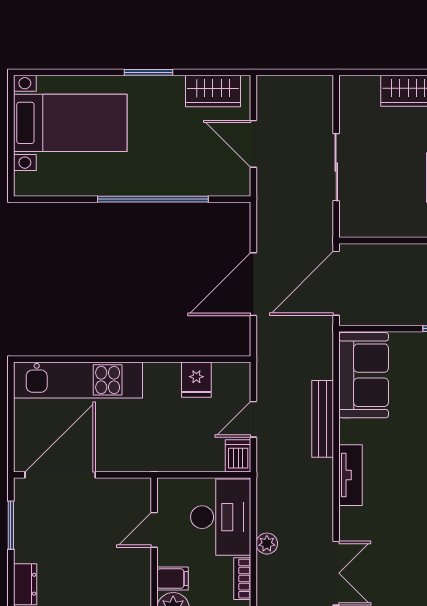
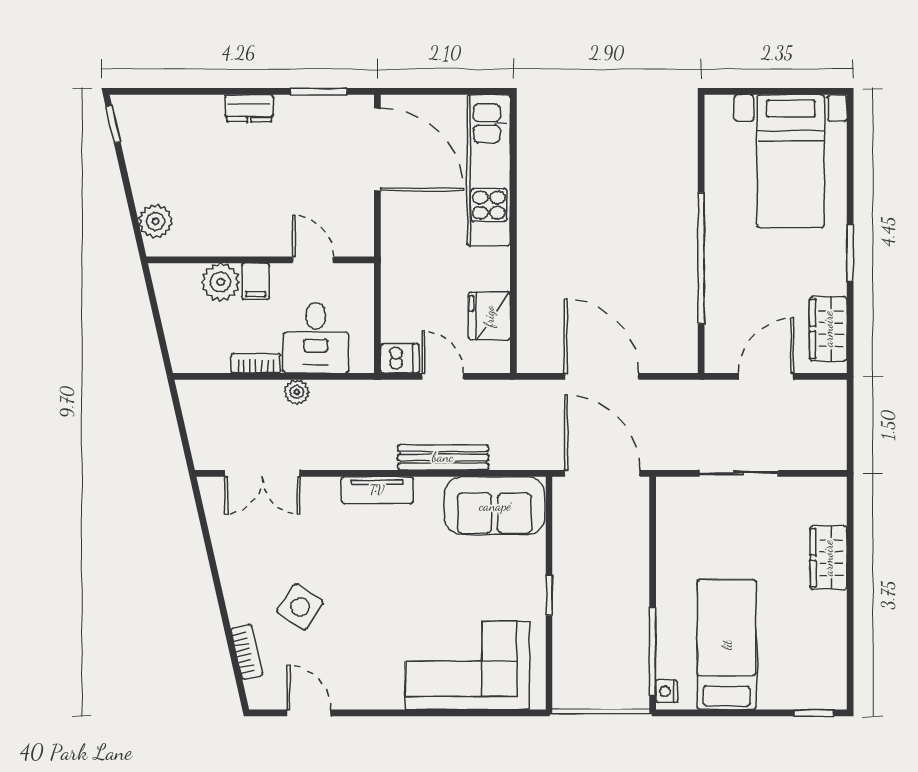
fridge: (196, 380) -> (489, 316), width x1.38
desk: (221, 517) -> (316, 338), width x0.73

